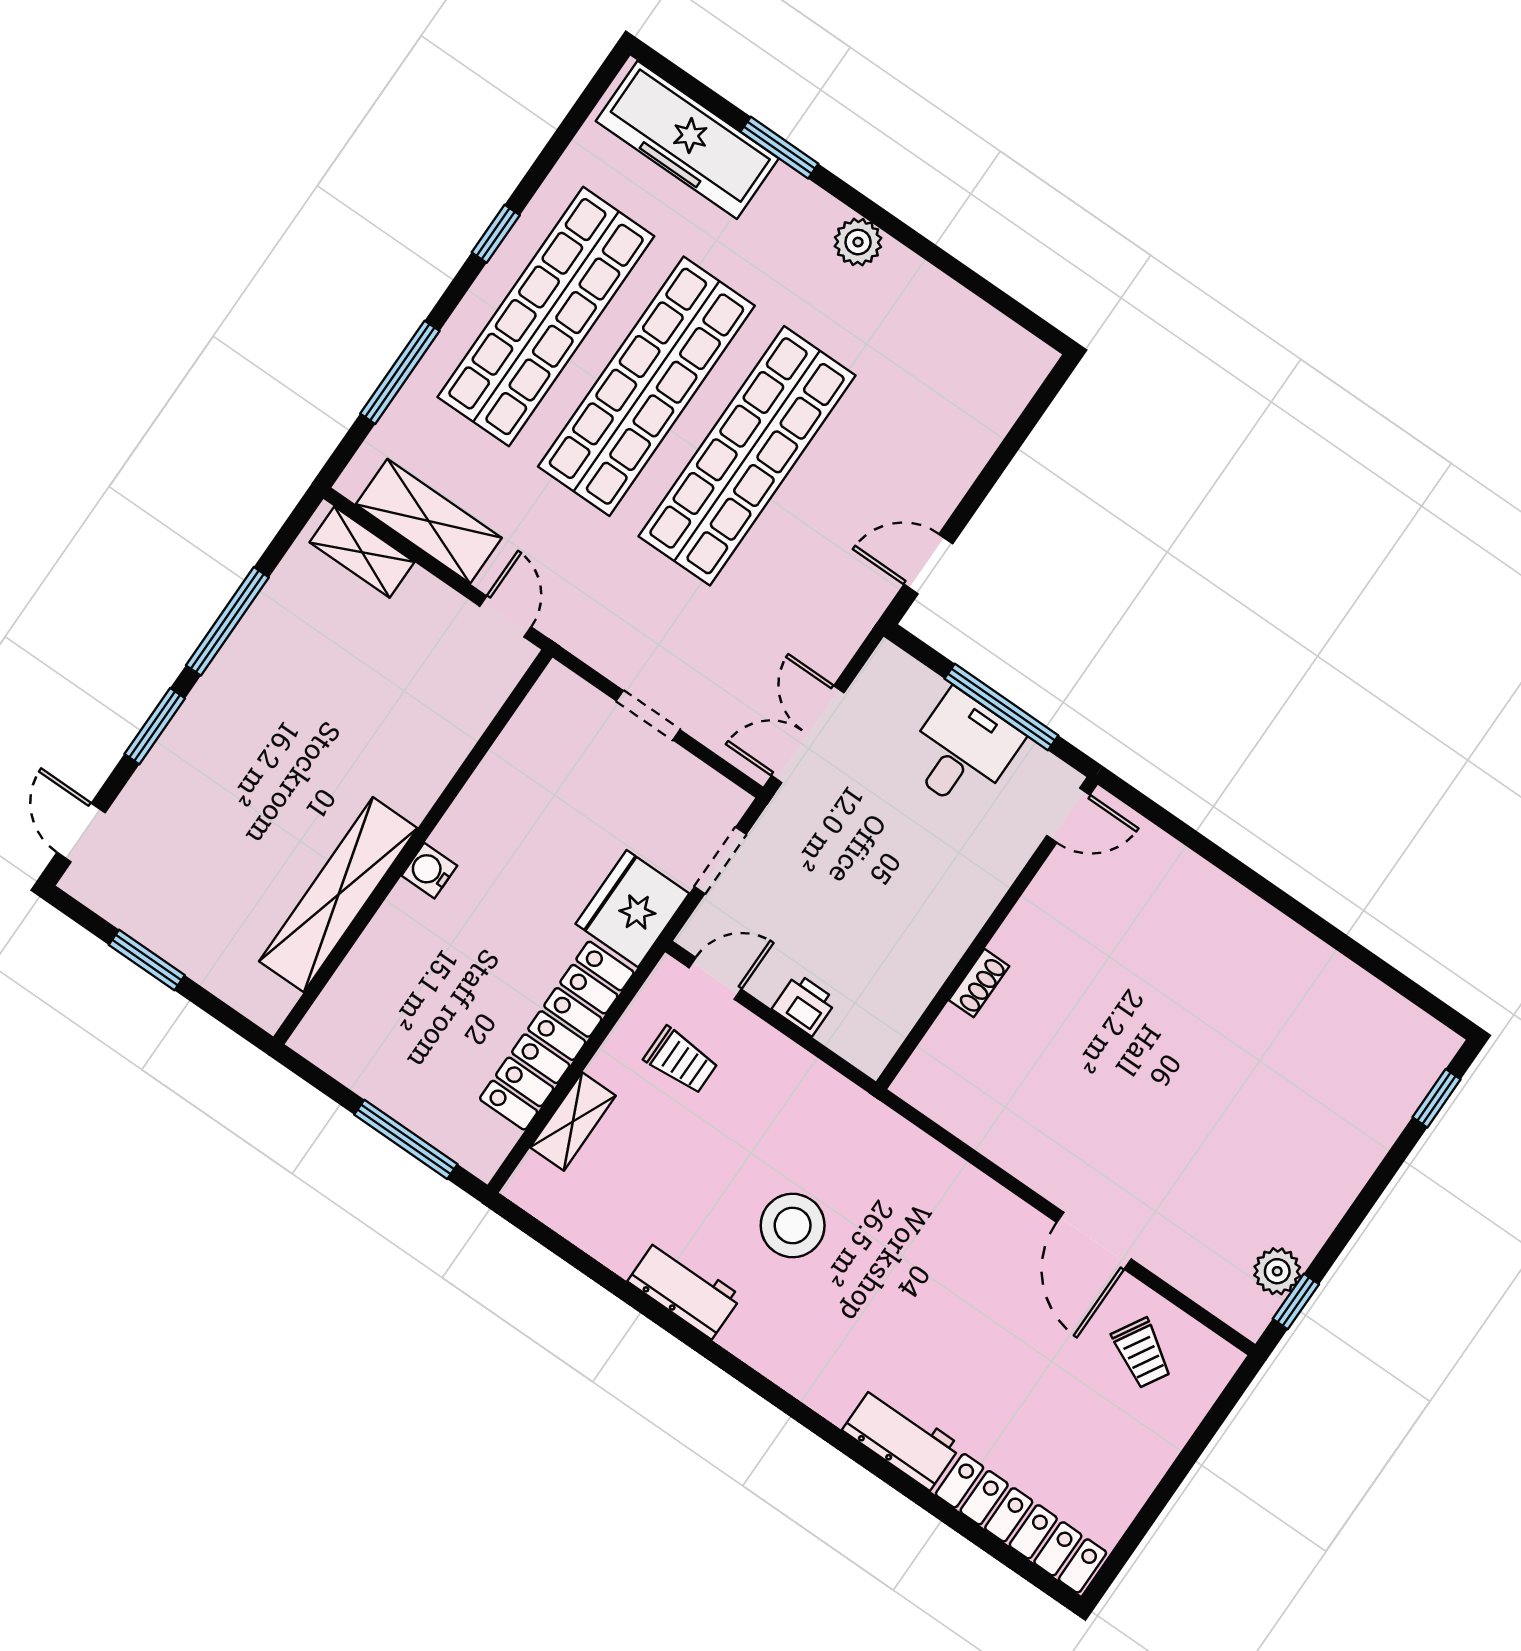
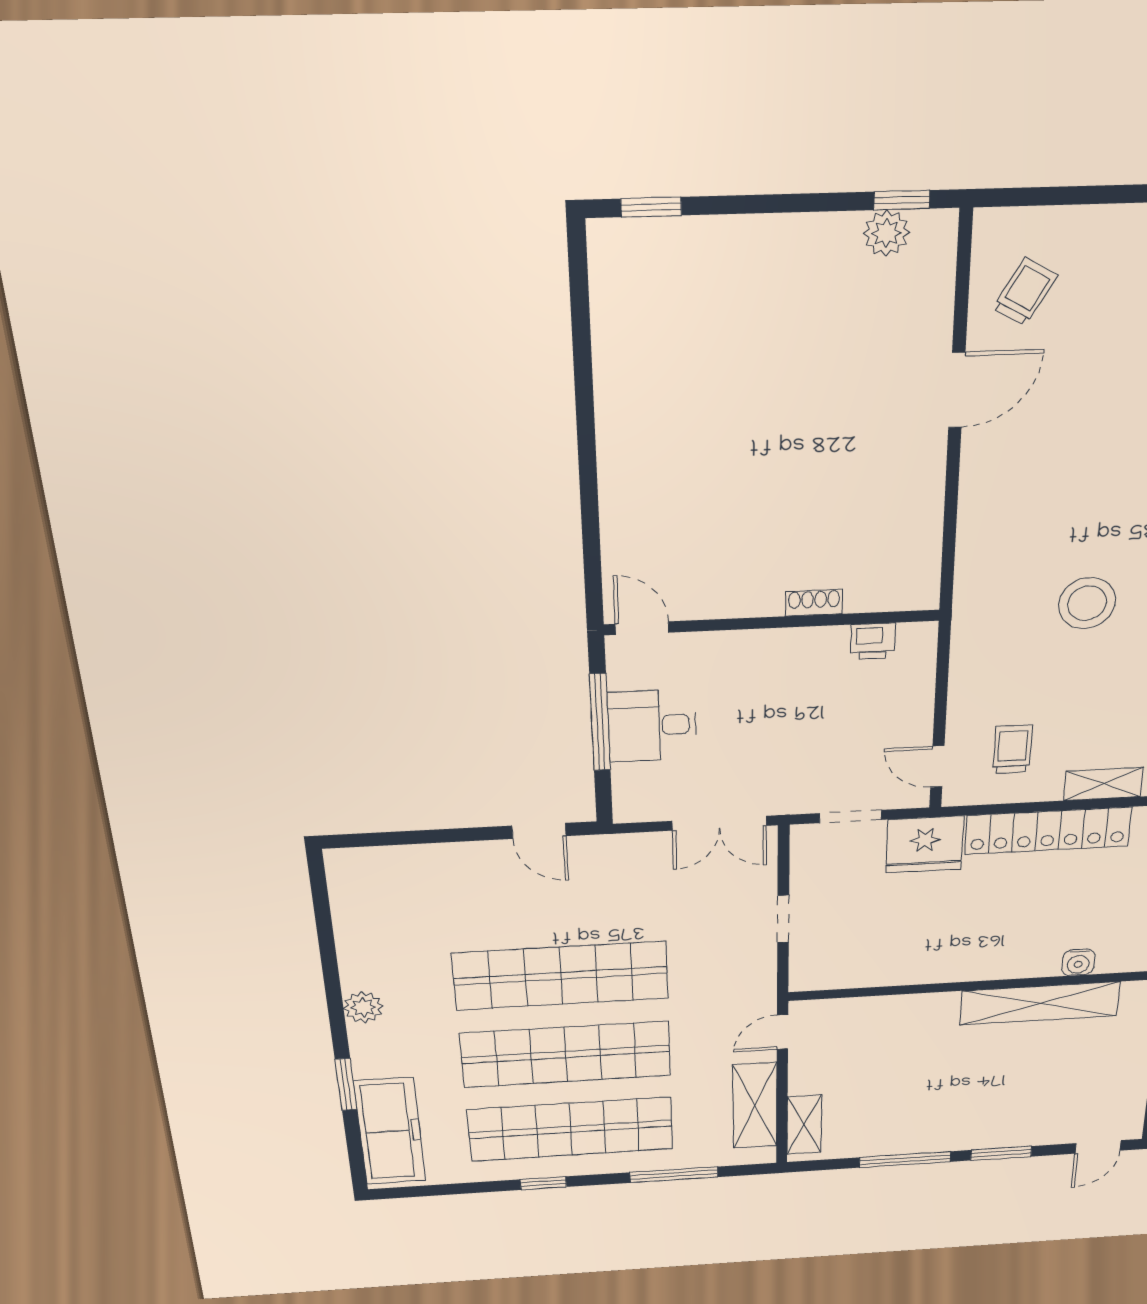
water cooler: (429, 871) -> (1078, 962), moved
printer: (804, 1005) -> (873, 641), moved, turned -90

